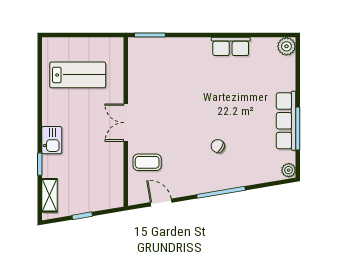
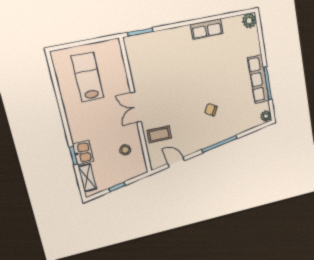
lab bench: (78, 75) -> (88, 77), turned -90
kitchen sink: (52, 140) -> (83, 153), moved
stool: (102, 172) -> (125, 150), added

